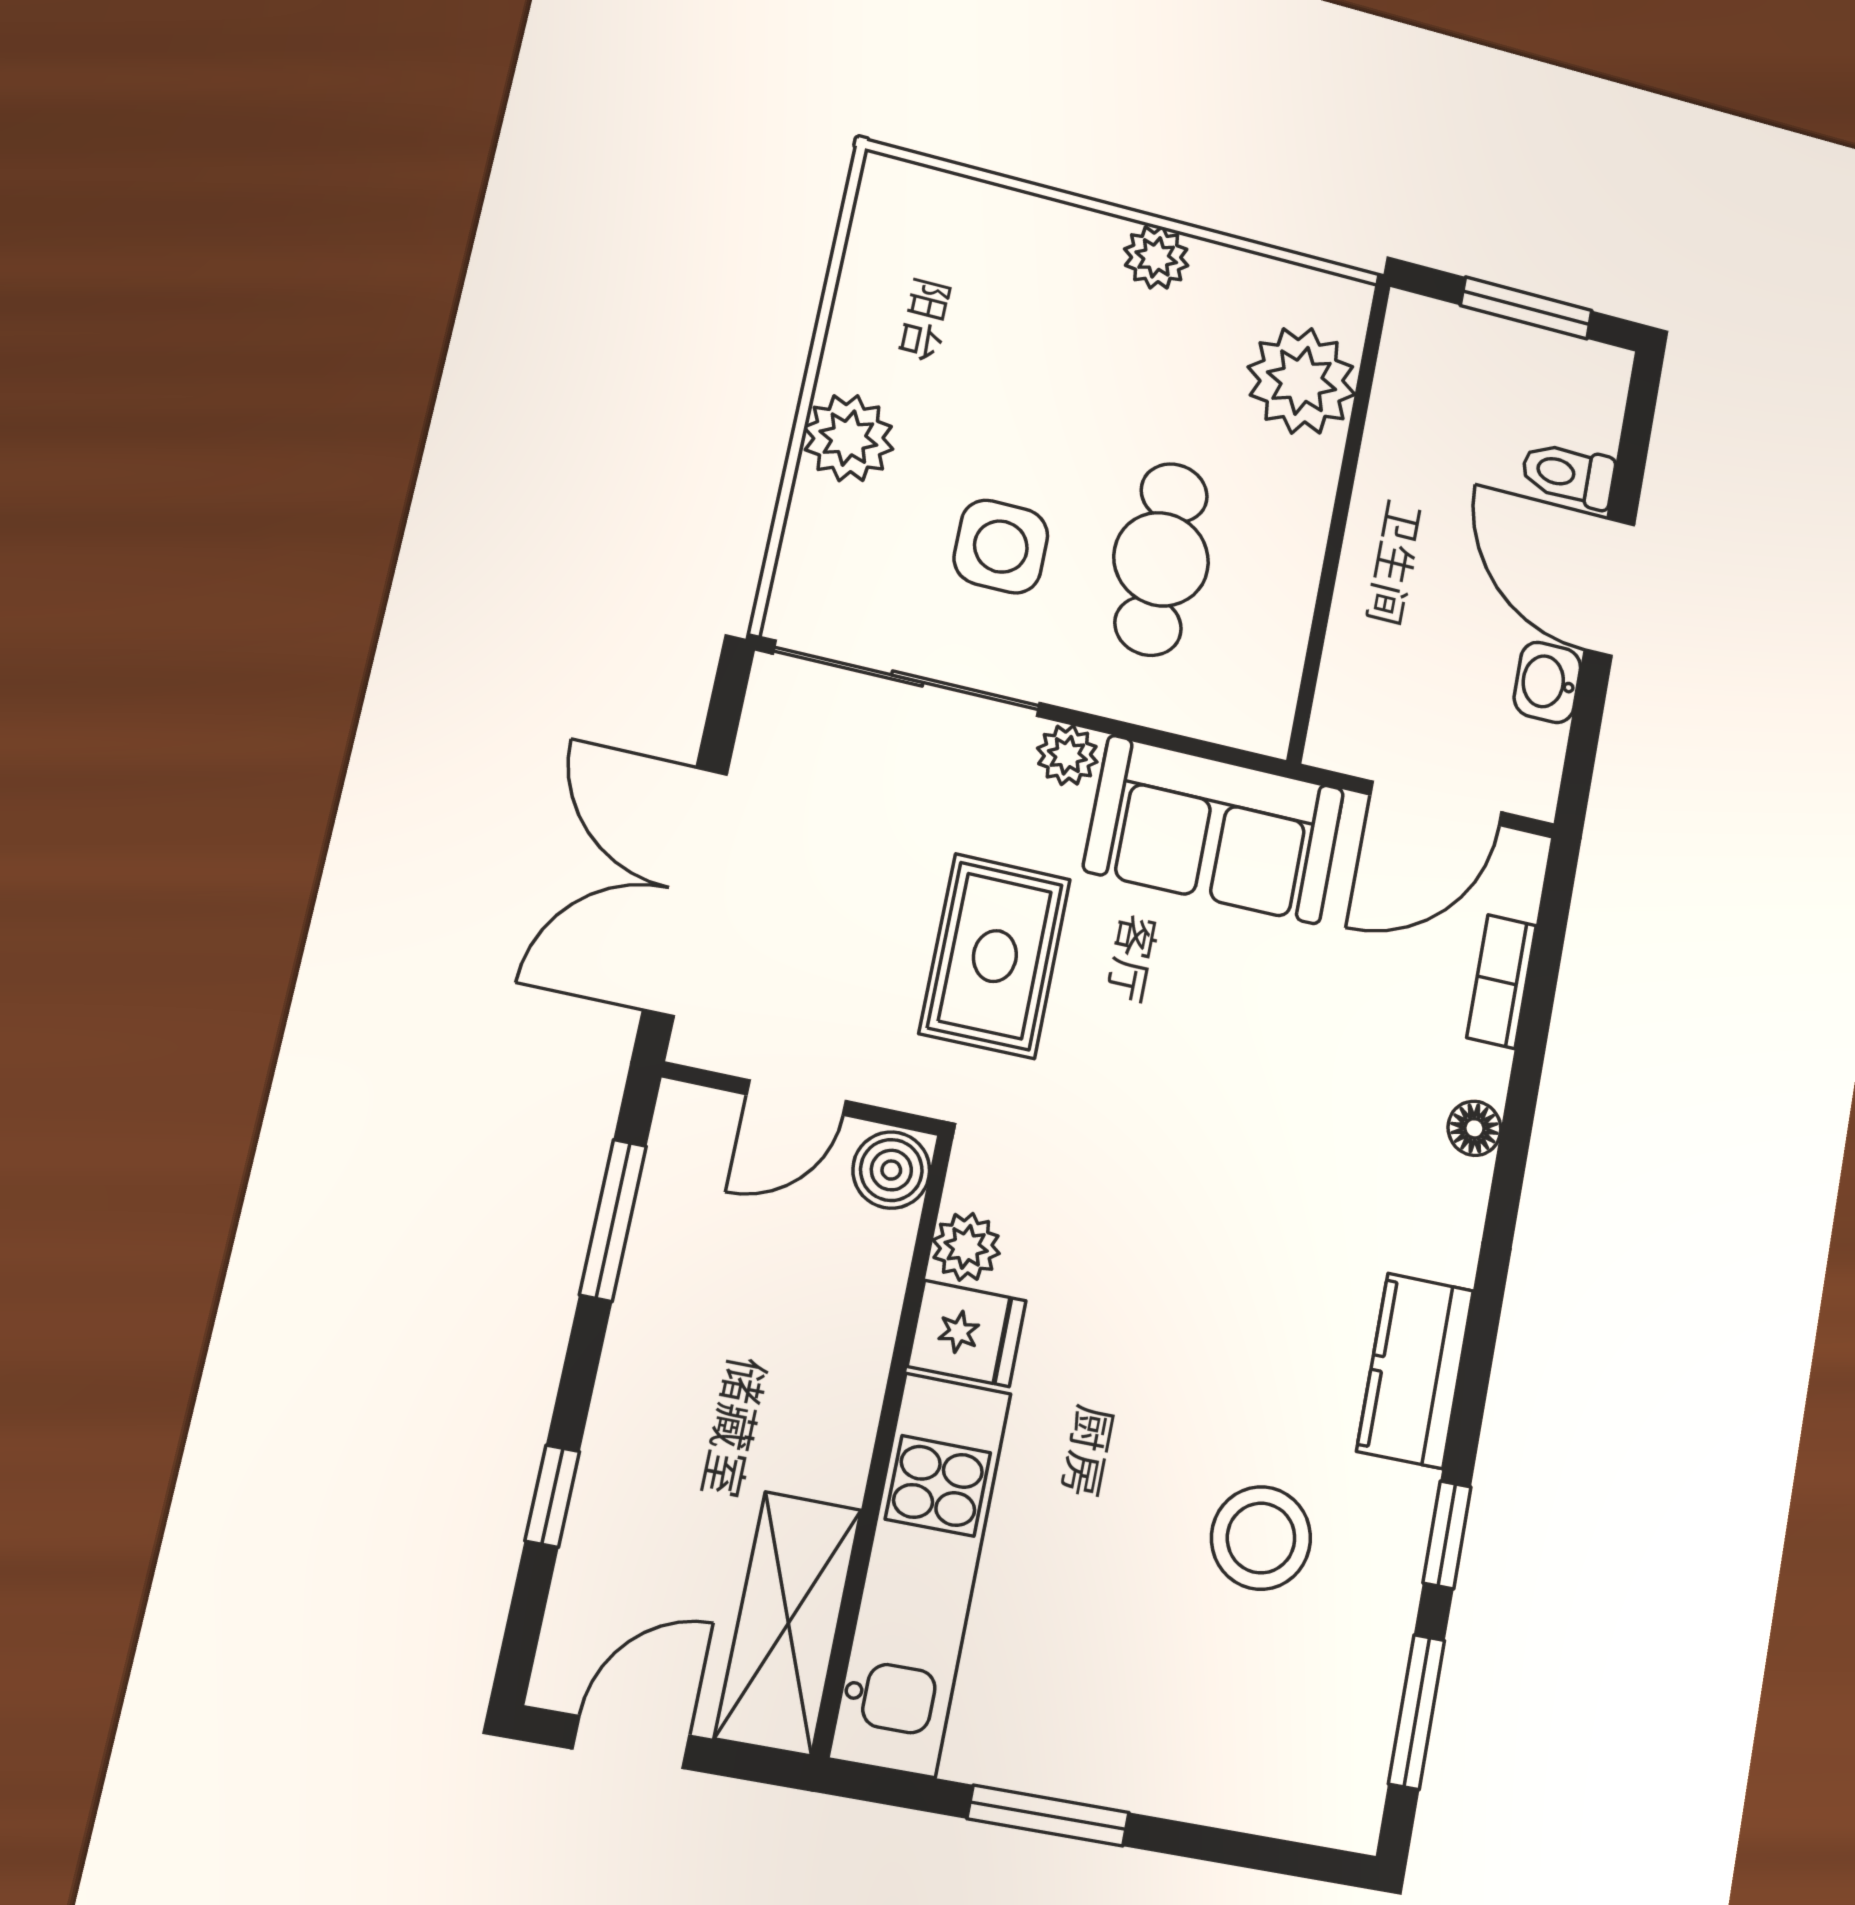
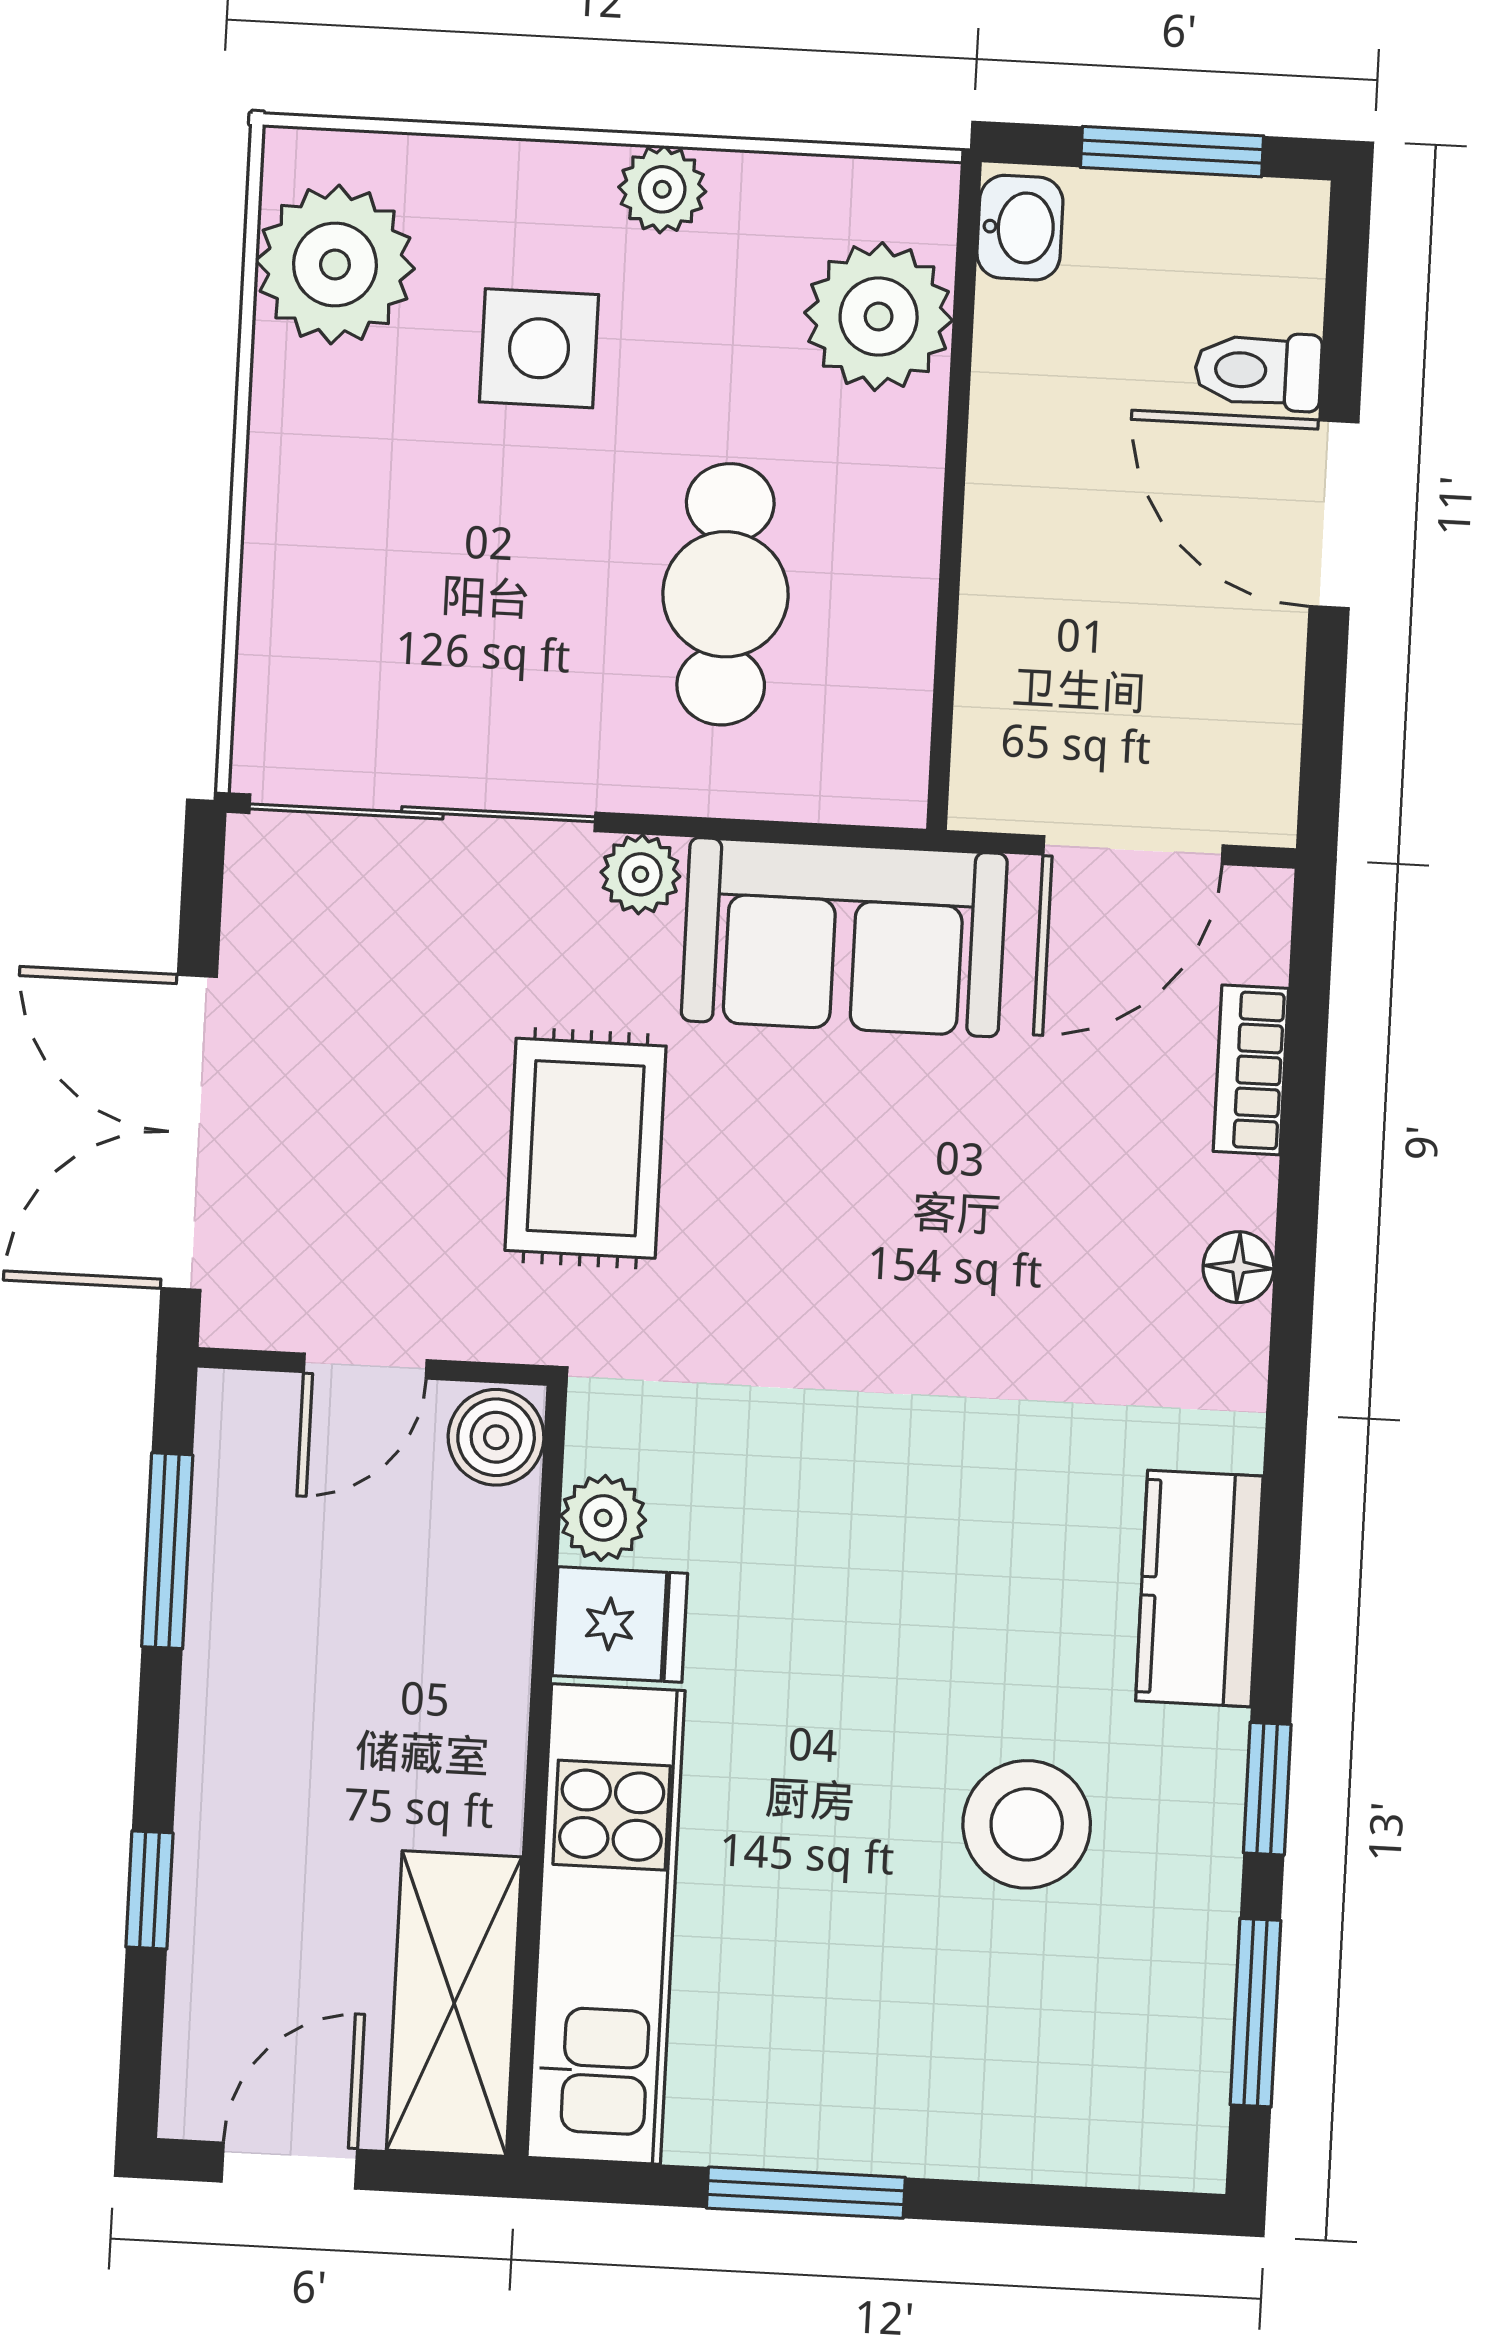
plant: (848, 438) -> (335, 264), moved, width x1.36, depth x1.36
side table: (1001, 547) -> (539, 348), moved
washbasin: (1547, 682) -> (1020, 228), moved, turned 180

